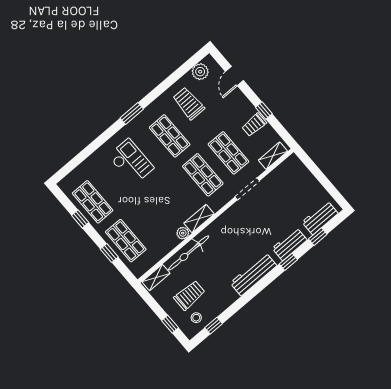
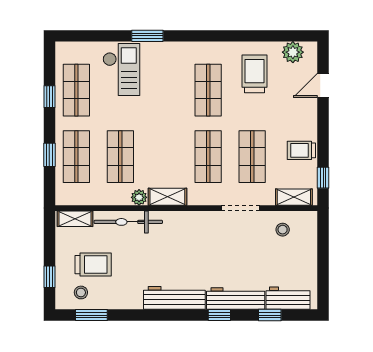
window: (264, 111) -> (323, 178), moved
window: (132, 114) -> (147, 36), moved
checkout: (131, 162) -> (121, 70), moved
stool: (283, 180) -> (283, 230), added
shop shelf: (151, 219) -> (120, 157), added
workbench: (290, 244) -> (236, 299), width x1.38
window: (214, 326) -> (91, 315), width x1.50

